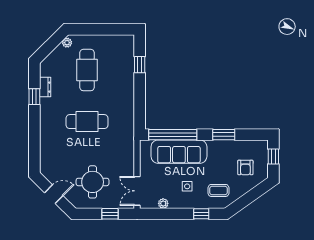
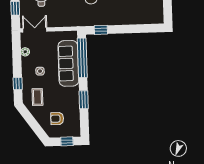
window: (140, 65) -> (101, 30), moved

